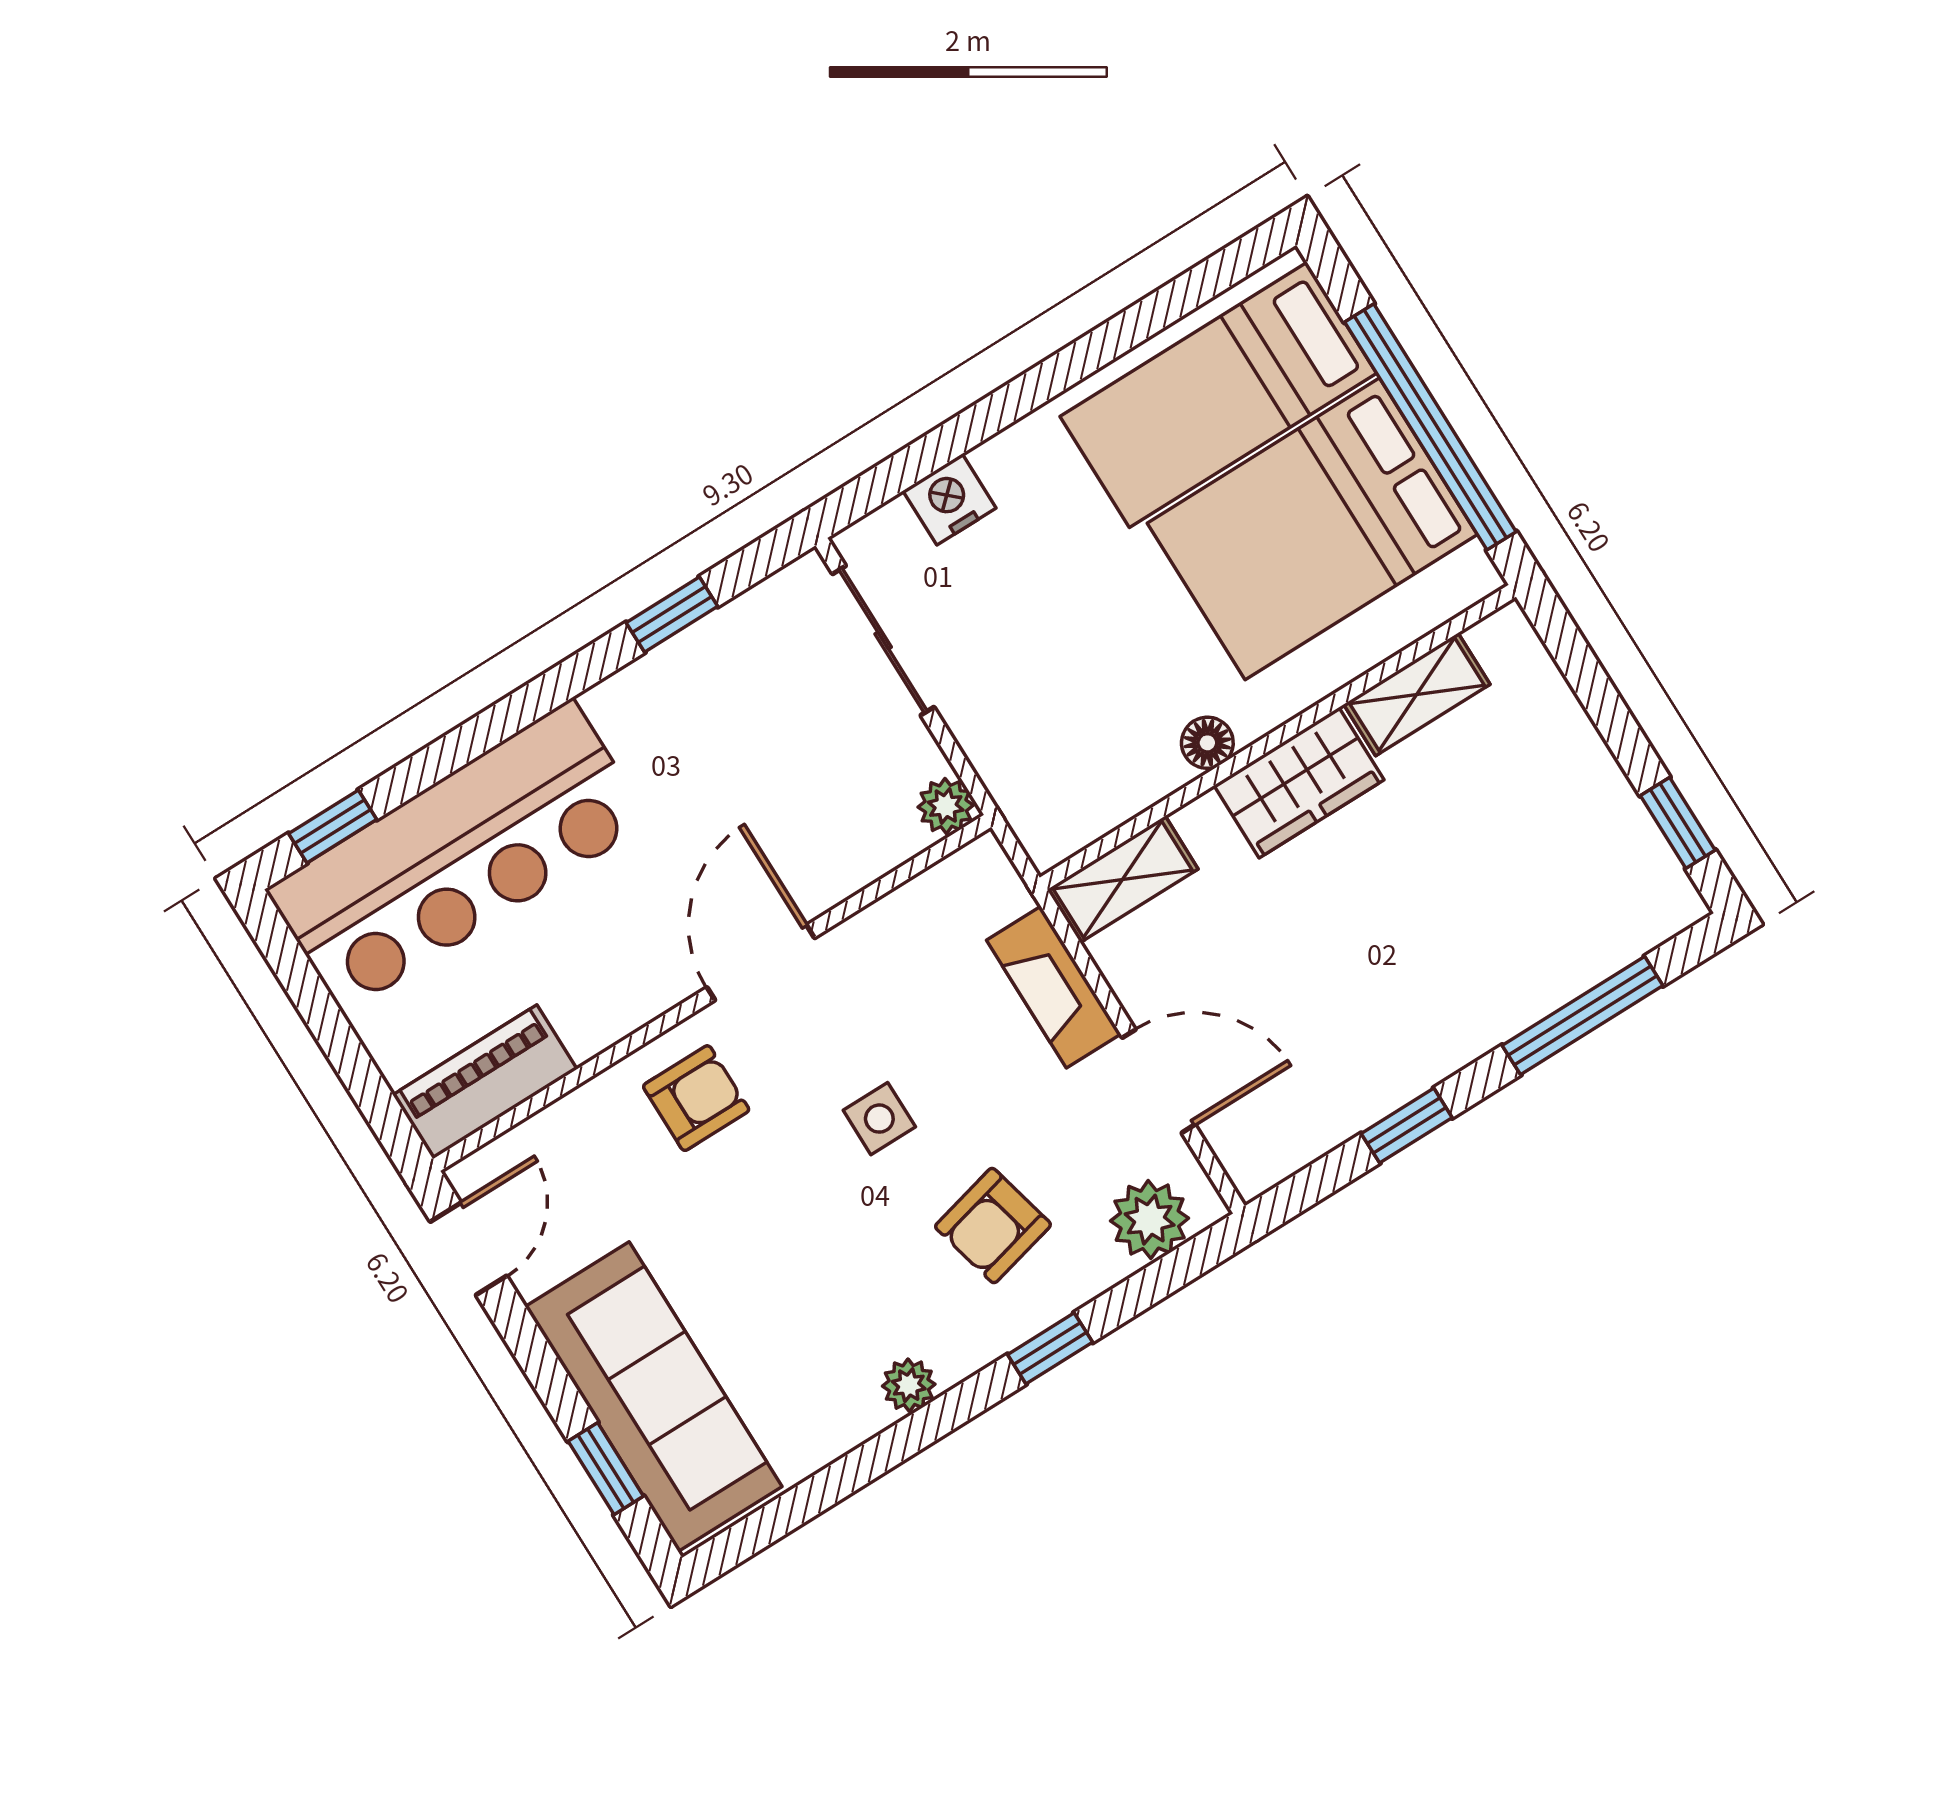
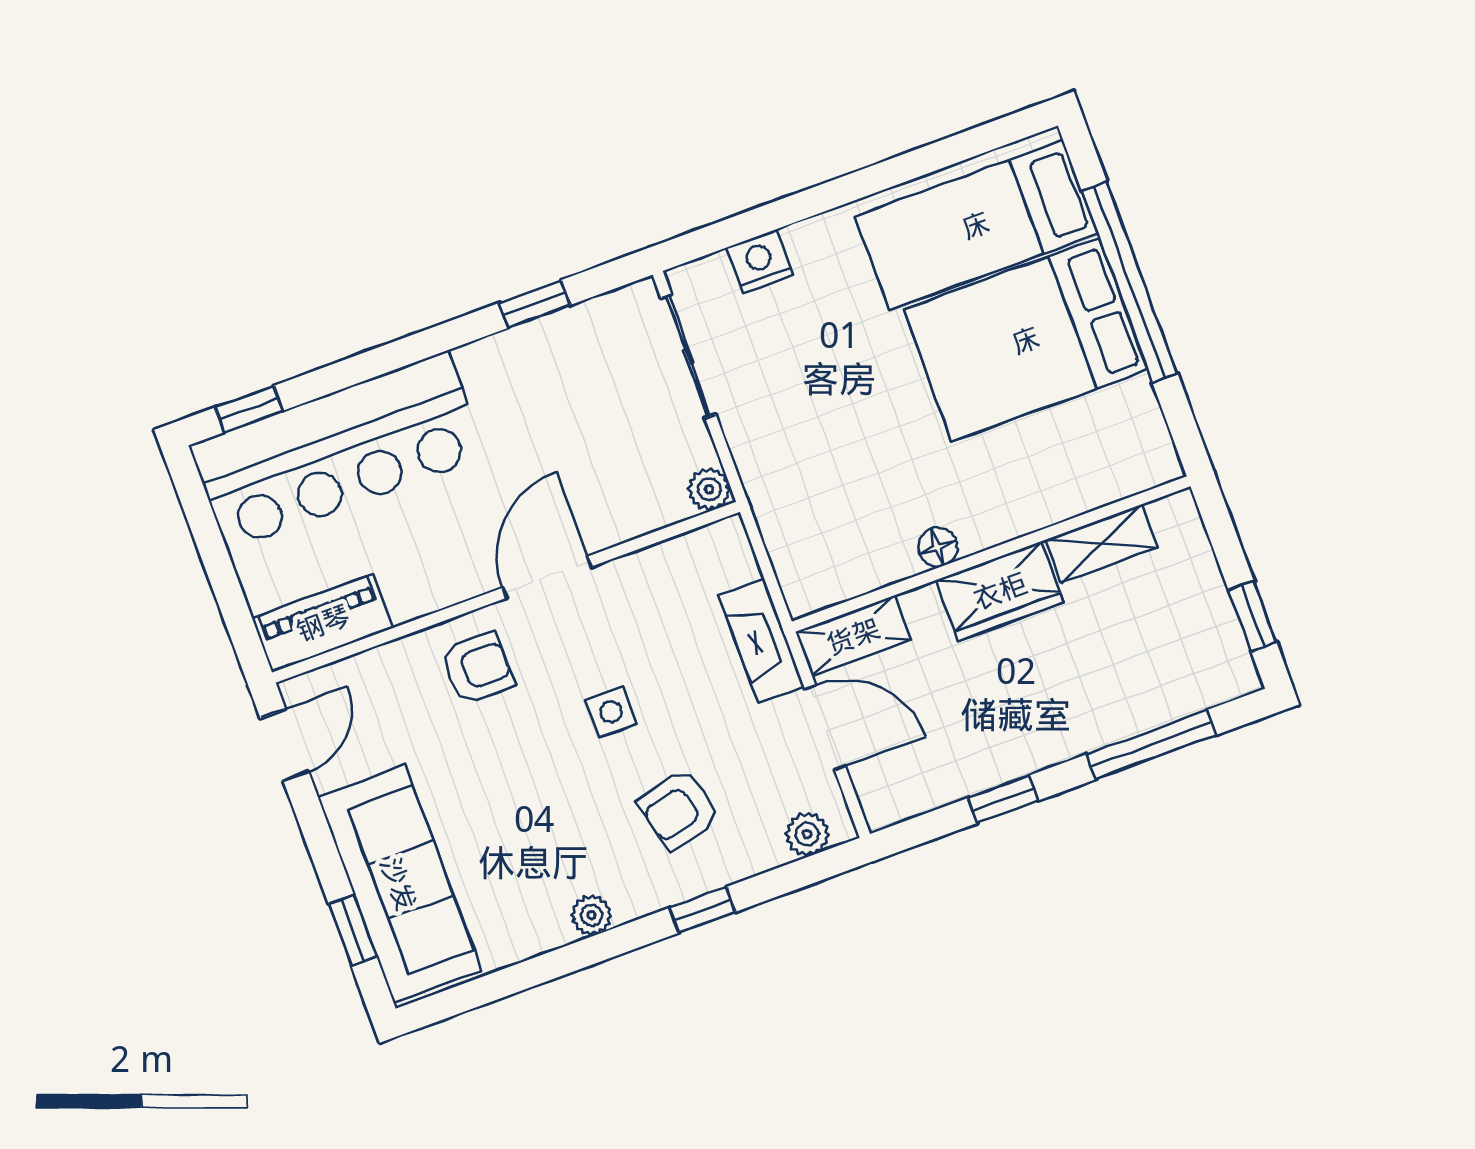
shelving: (1417, 694) -> (1101, 544), moved
wall: (1278, 737) -> (991, 554), moved
floor lamp: (1207, 743) -> (938, 547), moved
wardrobe: (1299, 783) -> (1000, 591), moved
shelving: (1123, 879) -> (853, 636), moved
plant: (1150, 1220) -> (807, 834), width x0.73, depth x0.73

